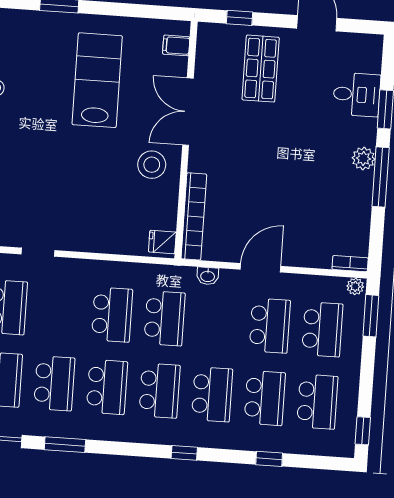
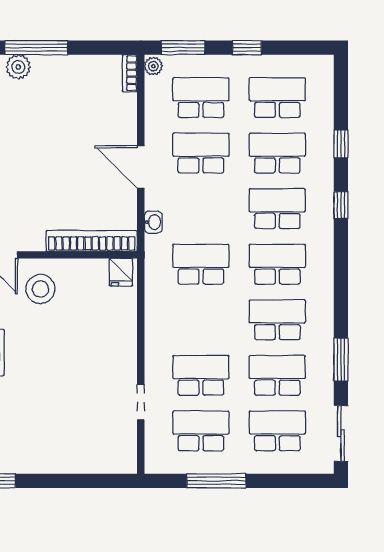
school desk: (112, 315) -> (201, 375), moved
window: (363, 431) -> (247, 48), moved
window: (184, 453) -> (341, 205), moved

